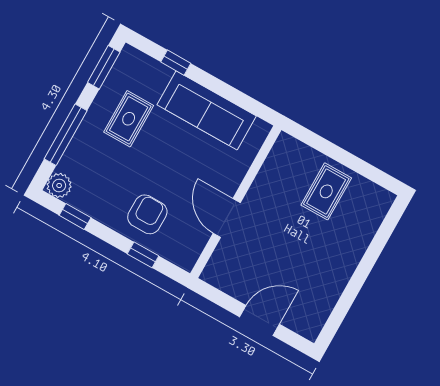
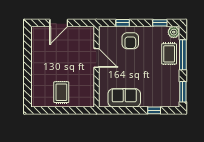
sofa: (207, 110) -> (124, 98), width x0.73
rug: (129, 119) -> (169, 54), moved

